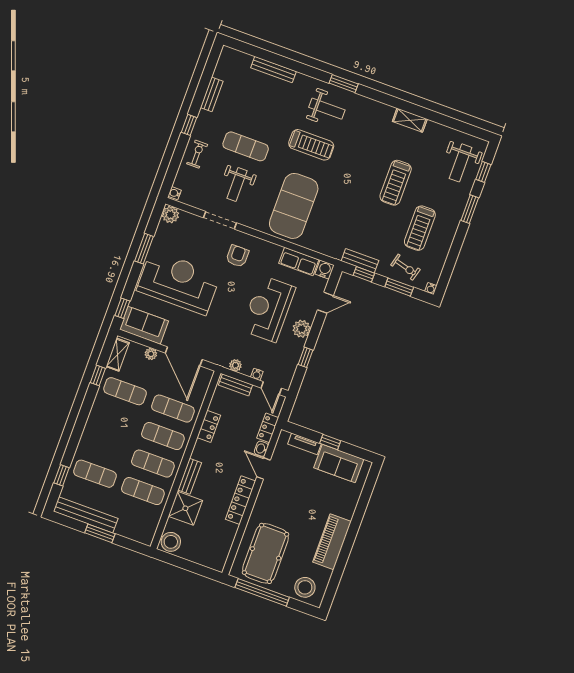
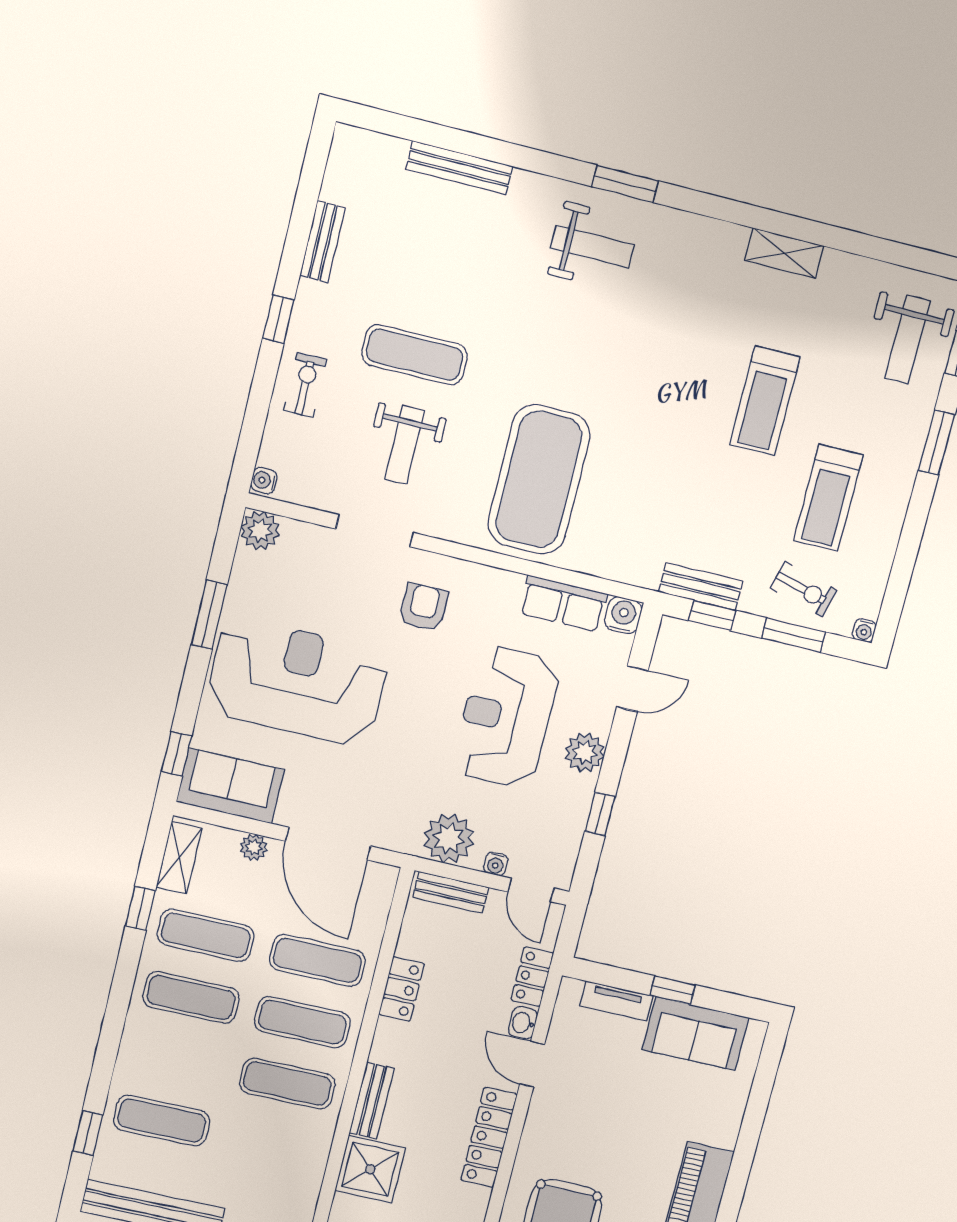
treadmill: (311, 145) -> (565, 335), removed
plant: (235, 365) -> (449, 838), width x1.88, depth x1.88
exercise mat: (143, 491) -> (191, 997), moved

